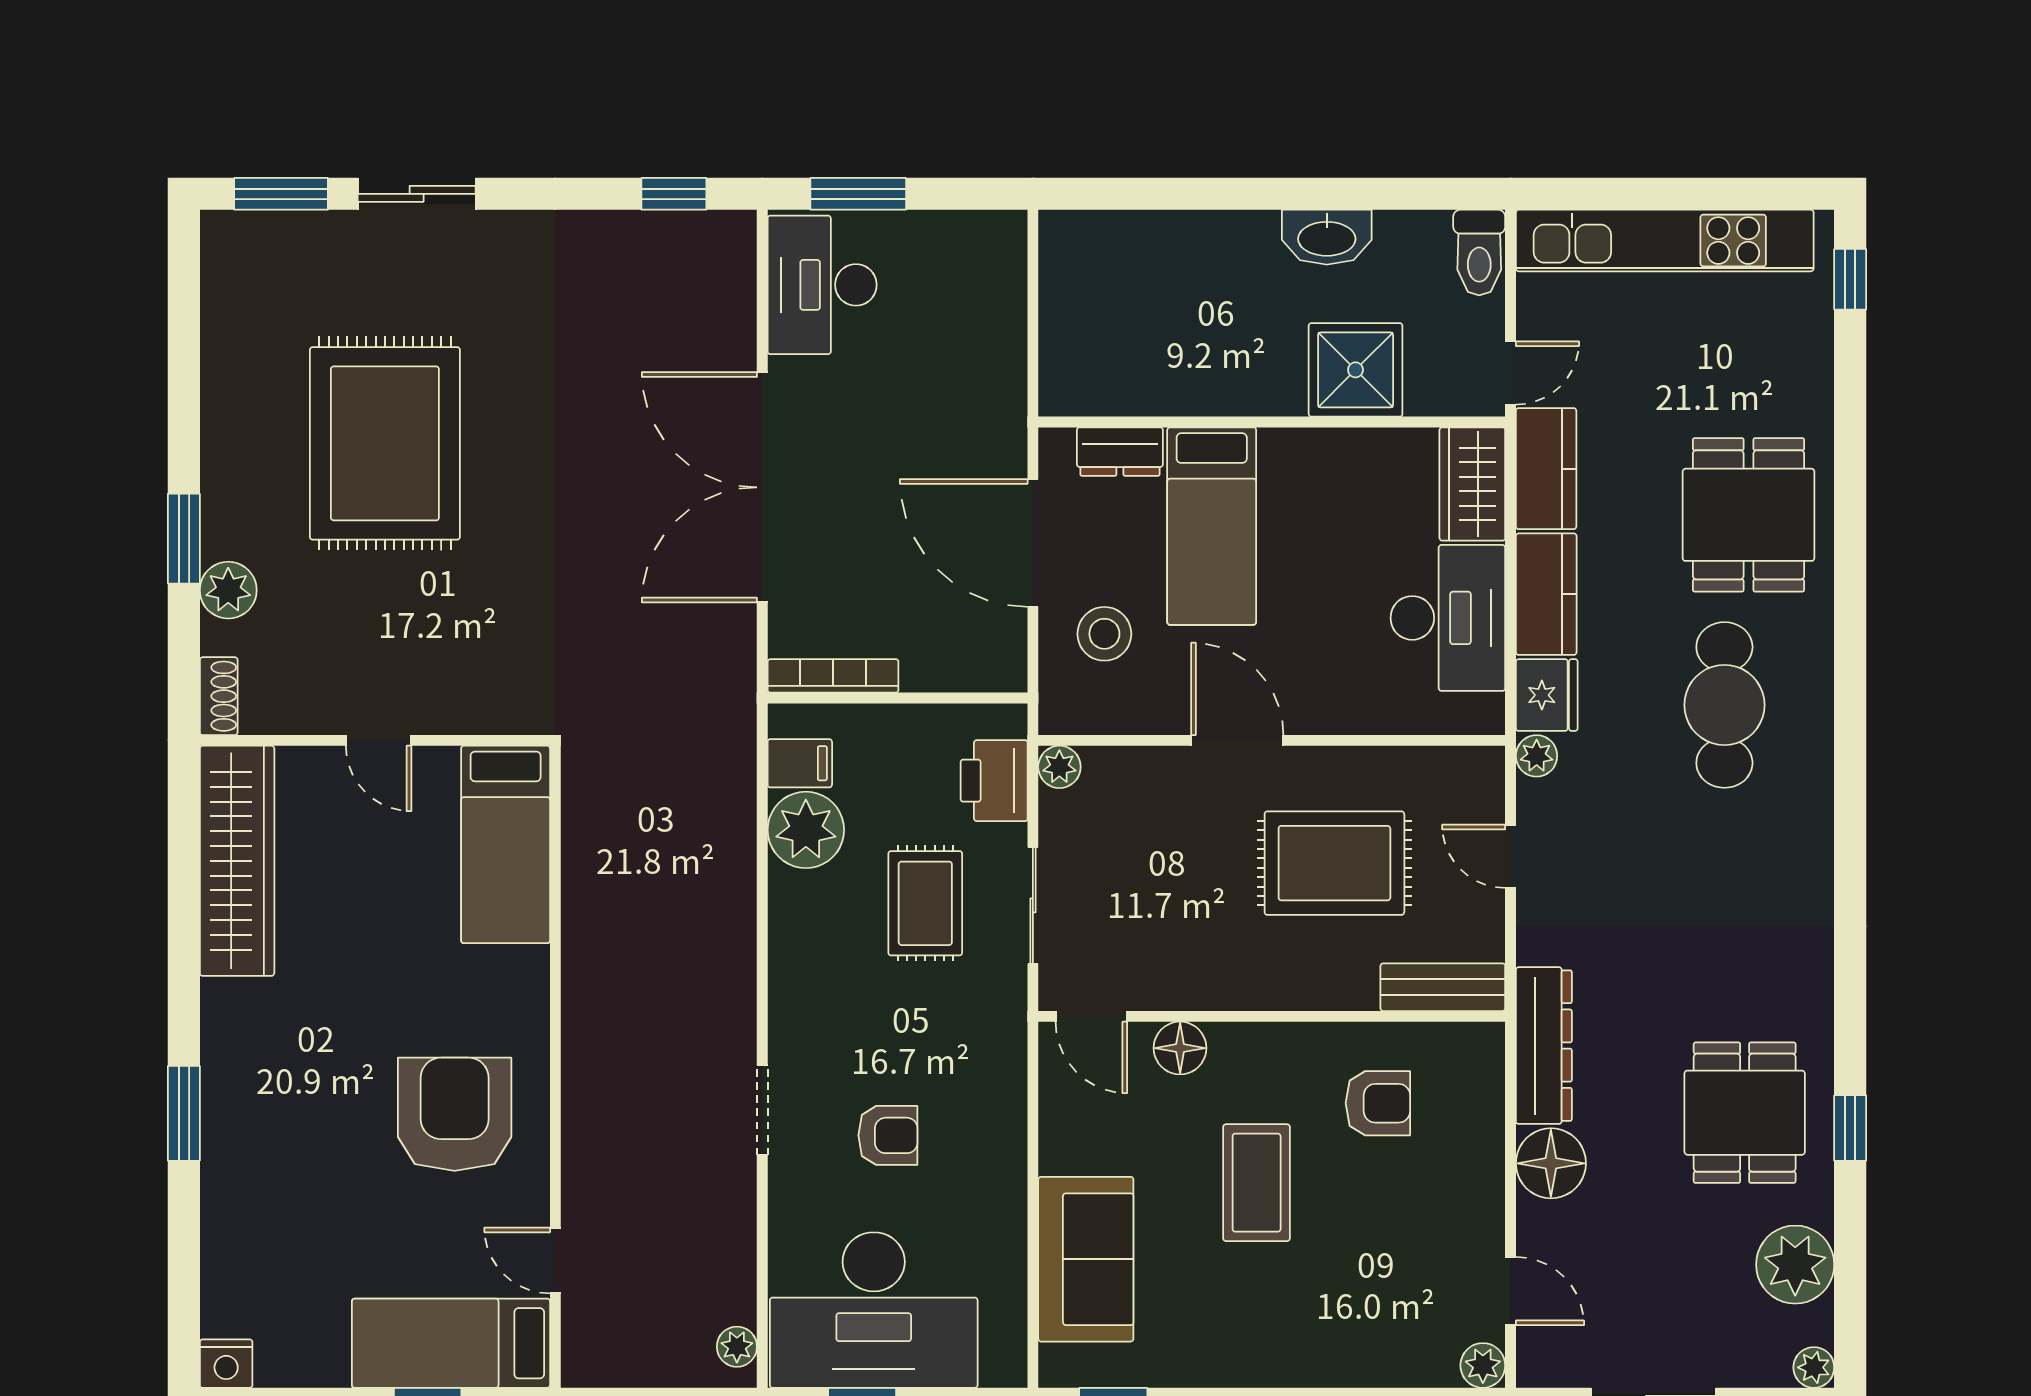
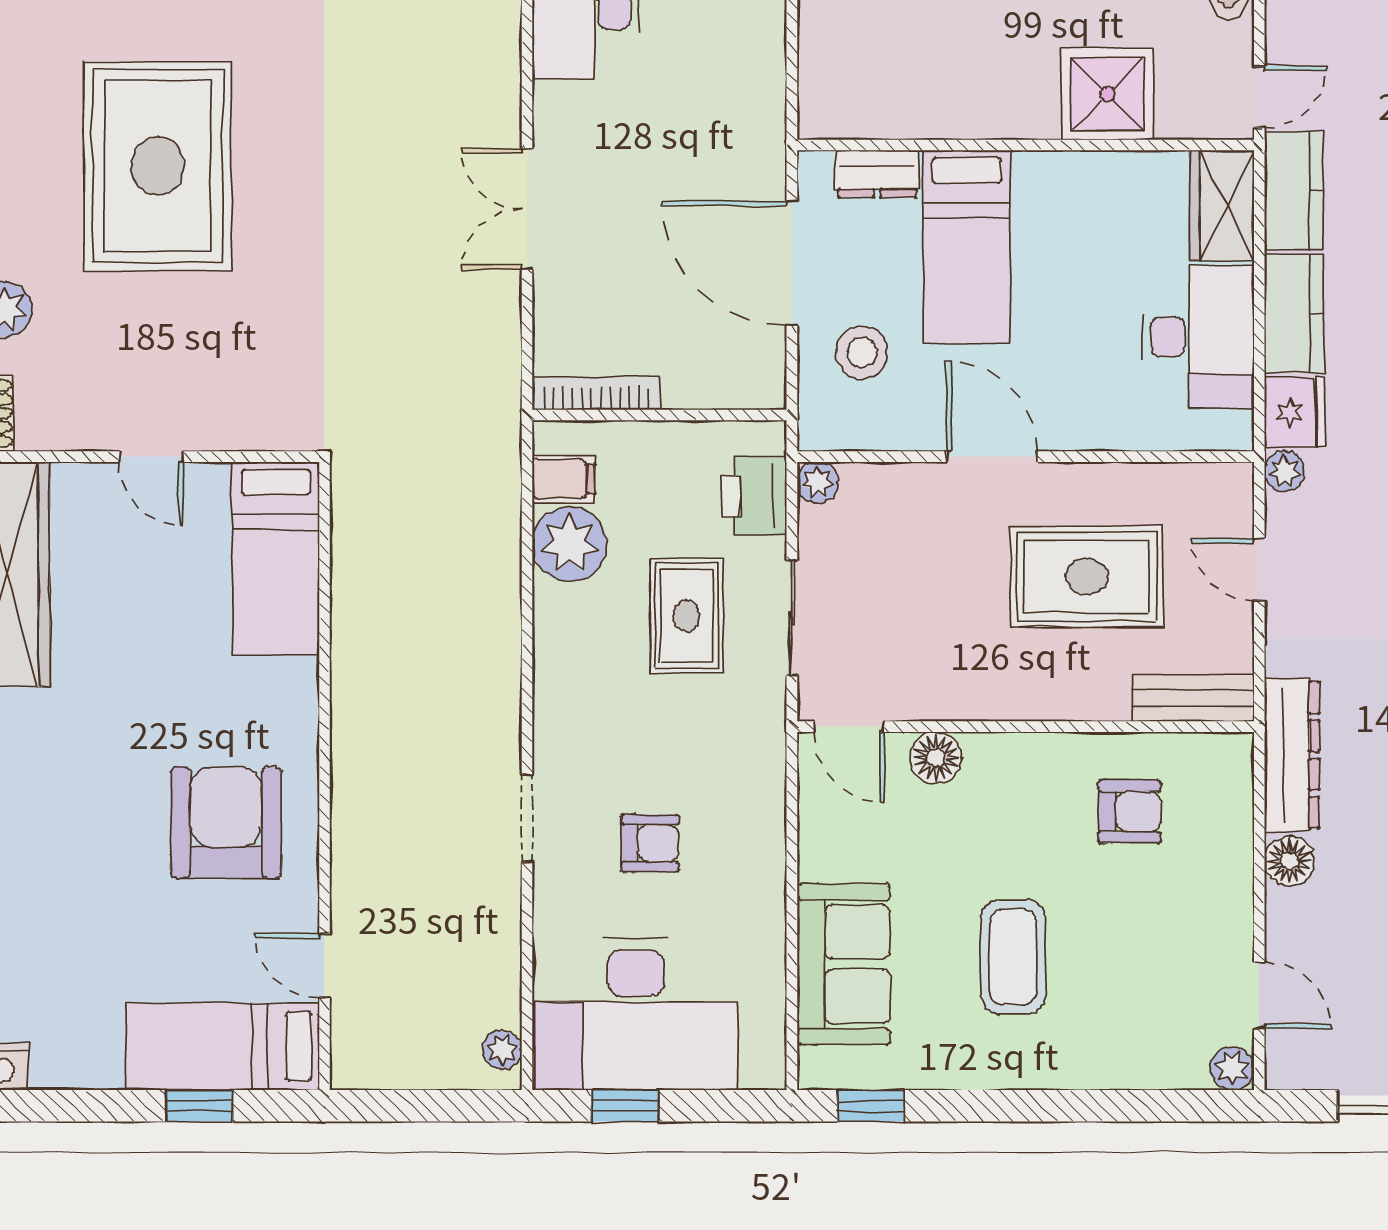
double door: (762, 487) -> (527, 209), width x0.54
floor lamp: (1551, 1163) -> (1289, 861), width x0.73, depth x0.73
coffee table: (1257, 1183) -> (1013, 957), moved

